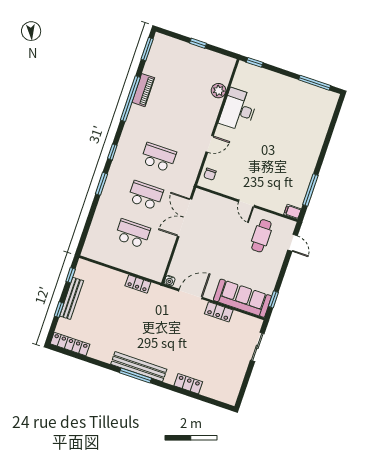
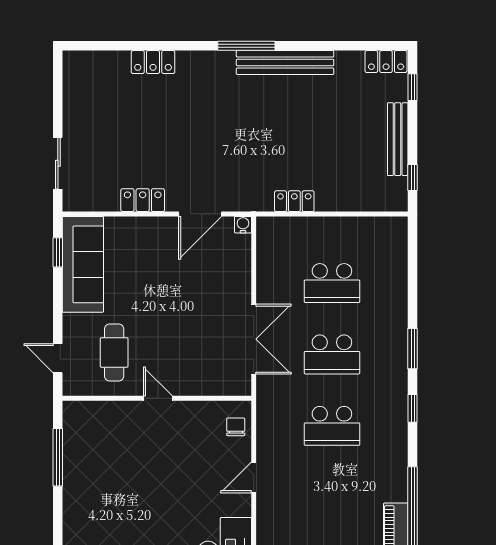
filing cabinet: (292, 212) -> (76, 410), removed
sofa: (242, 298) -> (83, 264), moved, turned -90
window: (59, 310) -> (413, 87), moved
locker: (70, 344) -> (386, 62), width x0.66
bench: (139, 367) -> (285, 63), moved

